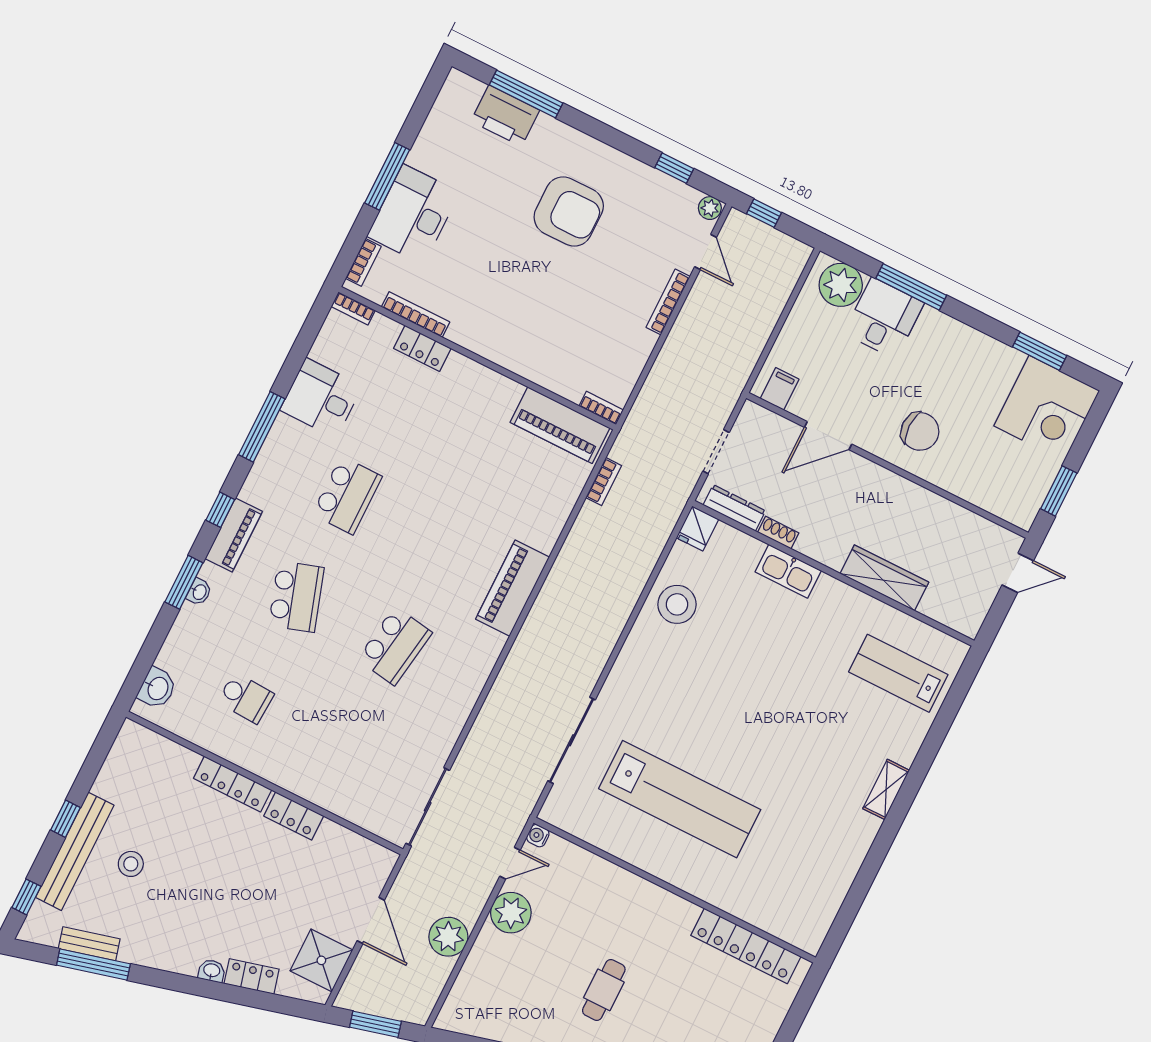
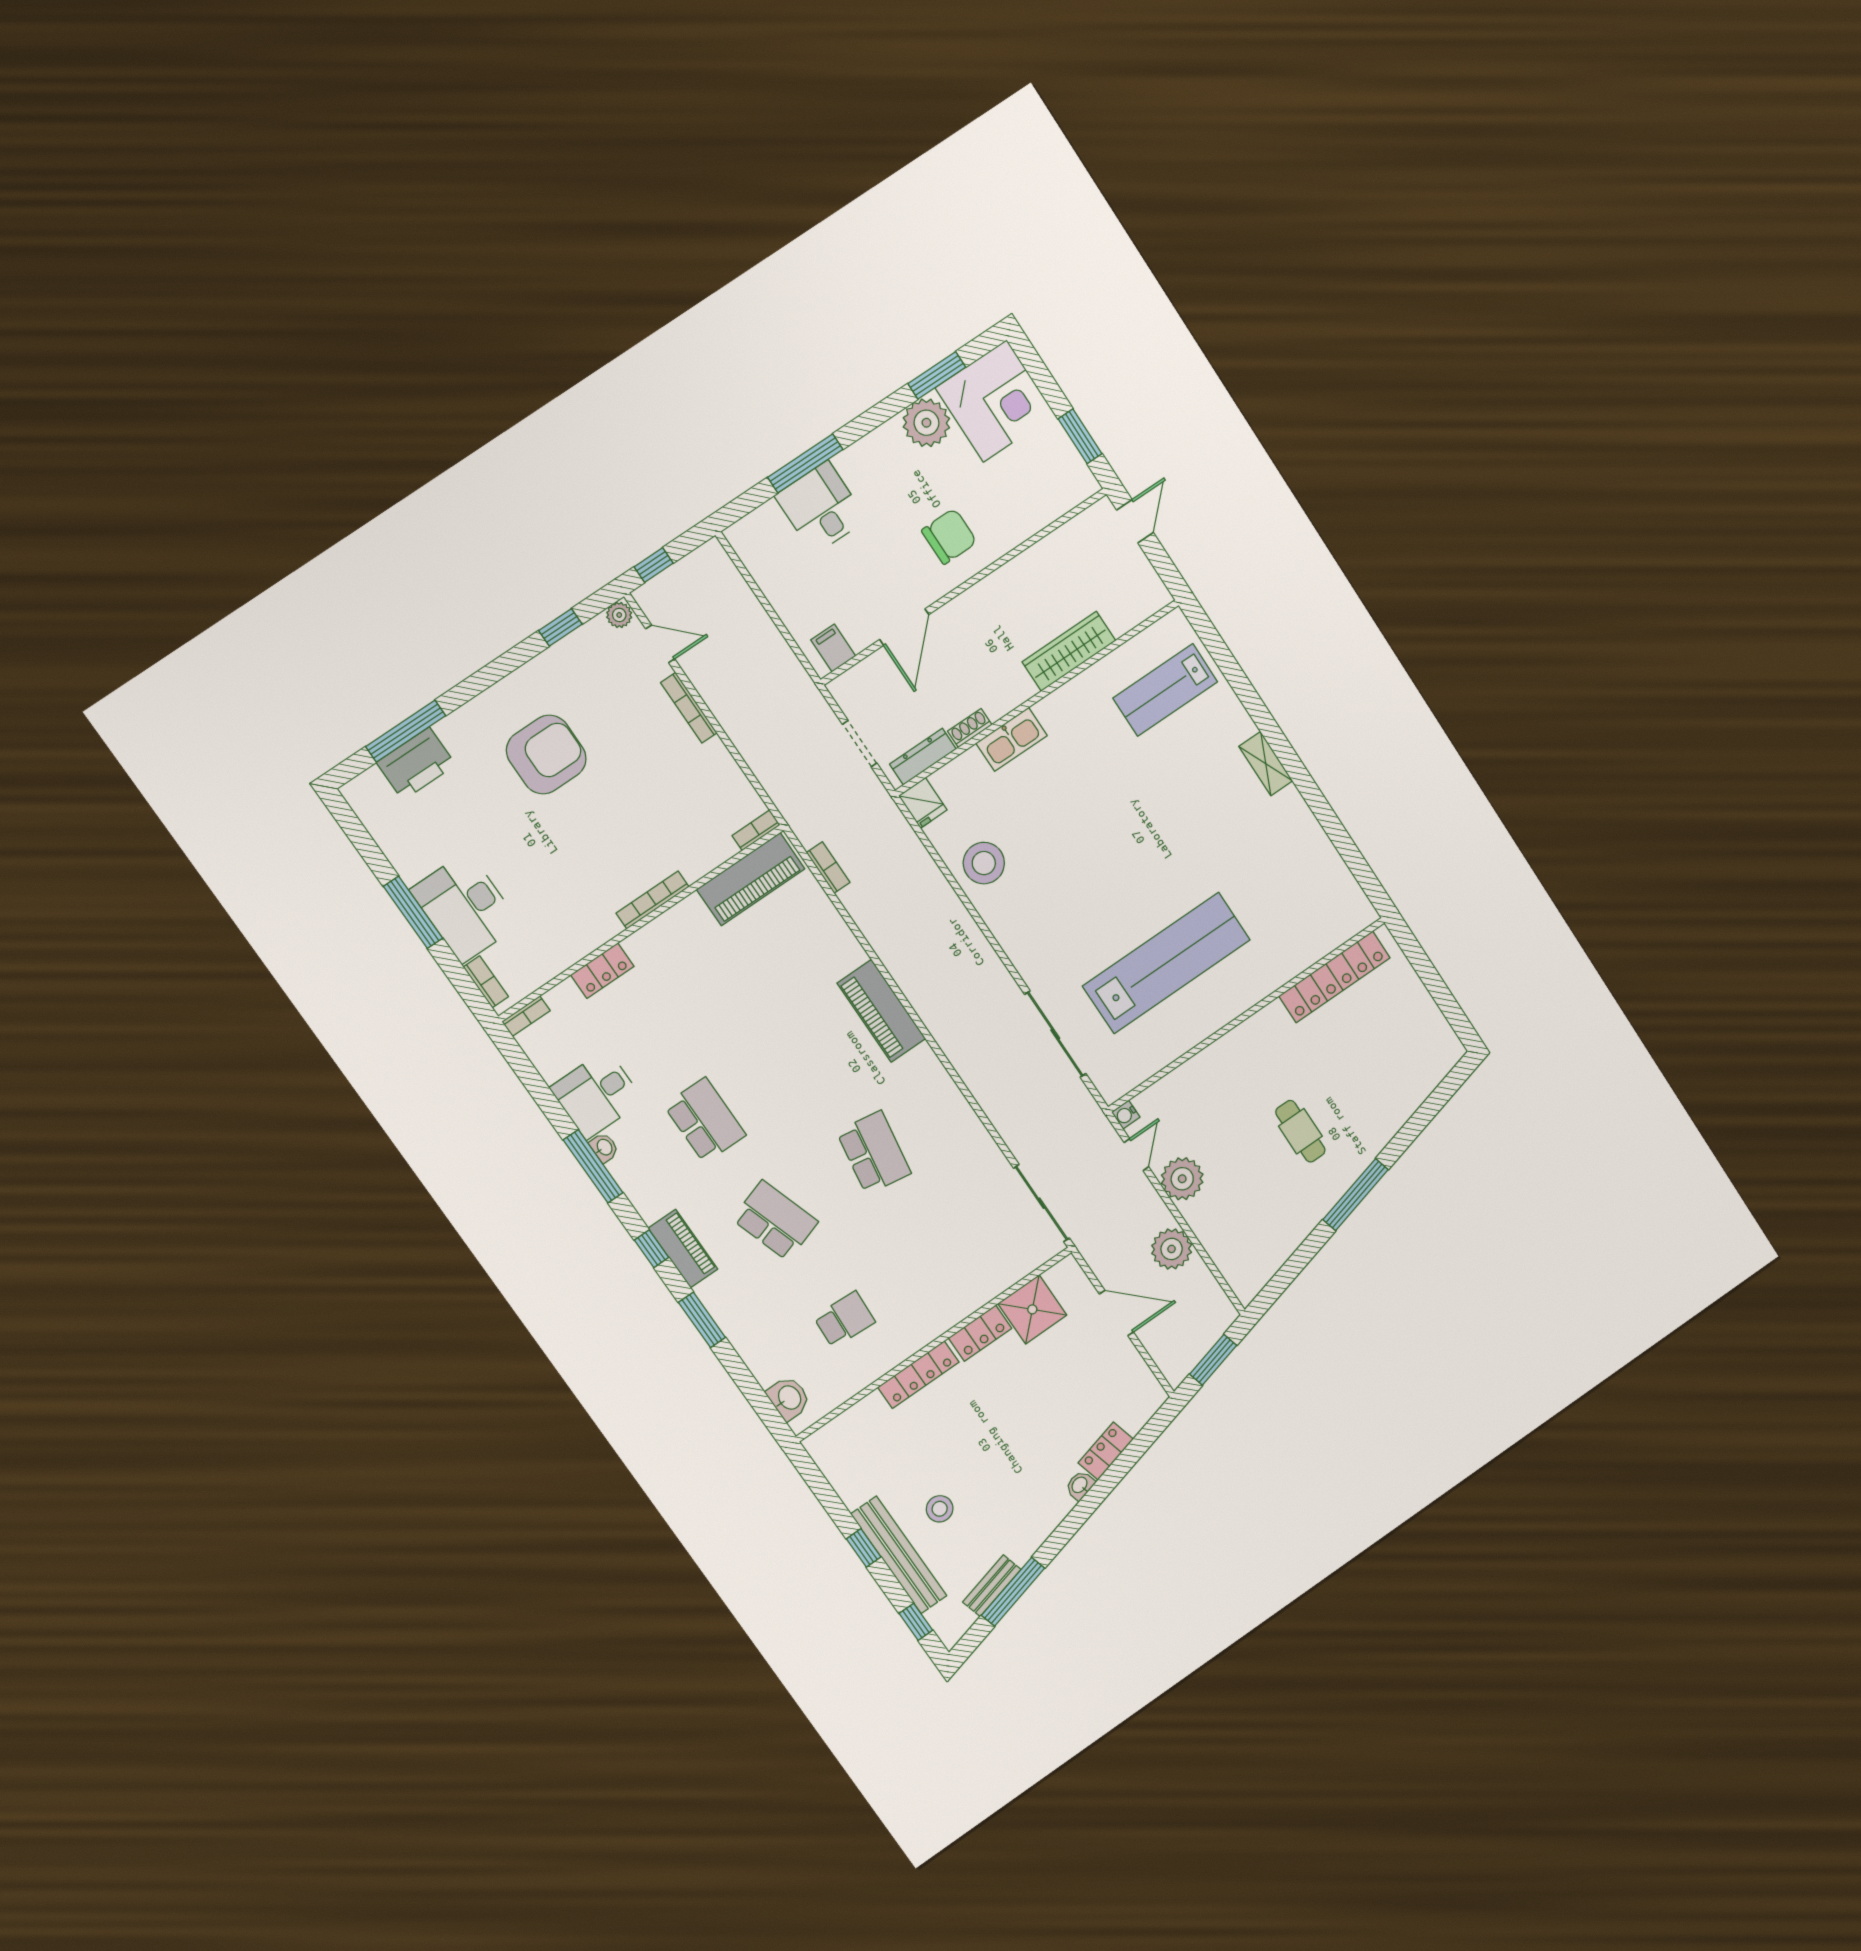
plant: (841, 285) -> (926, 423), moved
bookcase: (416, 315) -> (653, 900), moved
washbasin: (199, 592) -> (604, 1147), moved
shower: (321, 960) -> (1032, 1309), moved

